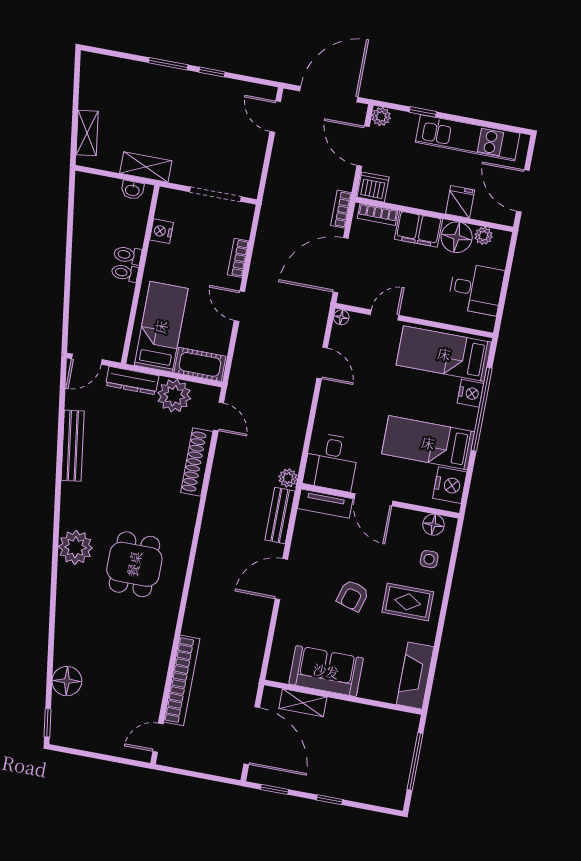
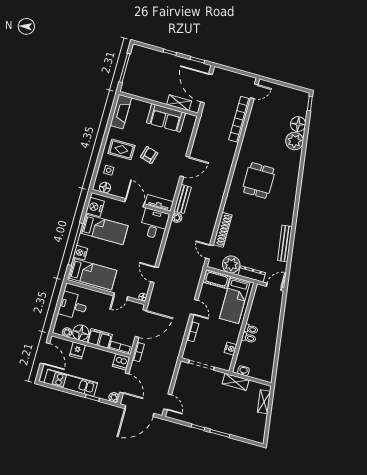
plant: (75, 547) -> (295, 141), moved

